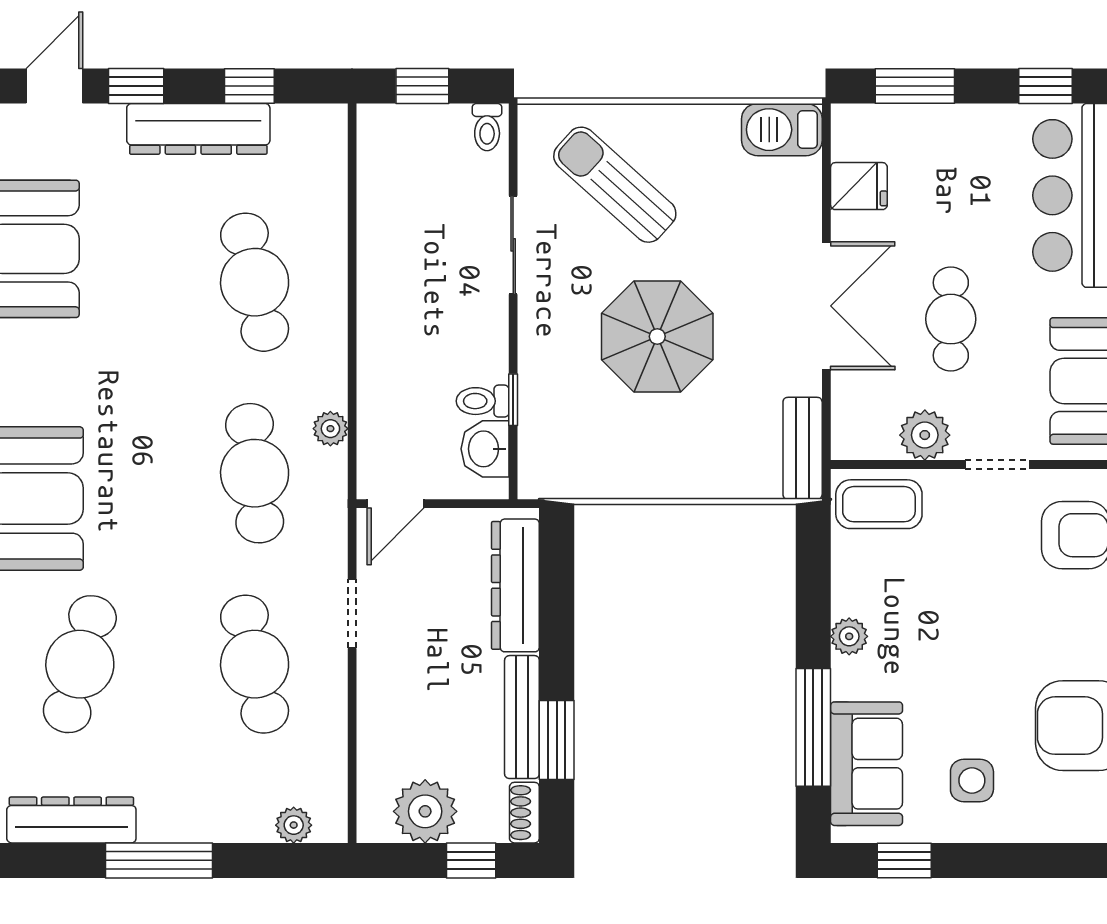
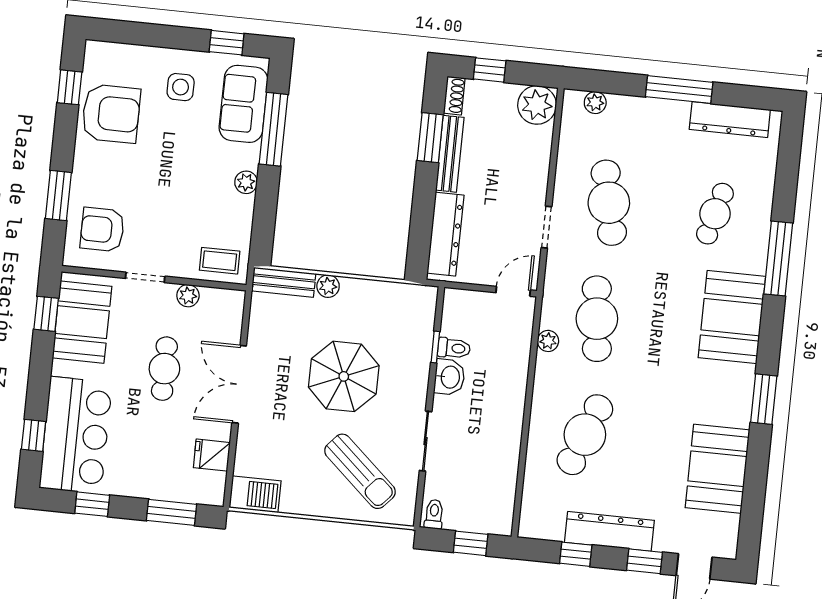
cafe table: (255, 282) -> (585, 435), turned 33
plant: (925, 435) -> (188, 296), width x0.73, depth x0.73
bench: (803, 448) -> (284, 282), moved, turned 90
washbasin: (485, 449) -> (449, 377), moved
plant: (698, 481) -> (328, 286), added
coffee table: (879, 504) -> (220, 261), width x0.73, depth x0.77
cafe table: (80, 664) -> (715, 214), width x0.73, depth x0.74
plant: (425, 811) -> (537, 105), moved

